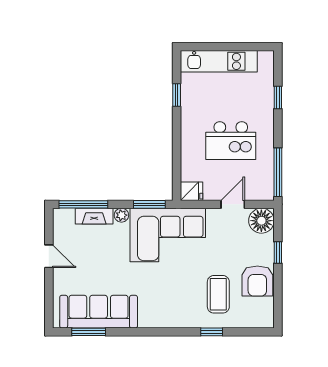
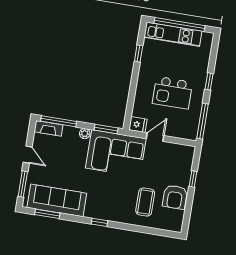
window: (225, 47) -> (179, 24), added
window: (278, 98) -> (209, 81), moved
door: (233, 204) -> (155, 137), moved
fireplace: (94, 216) -> (49, 128), moved
floor lamp: (261, 221) -> (185, 154), removed
window: (49, 297) -> (23, 184), added
window: (212, 332) -> (99, 222), moved

